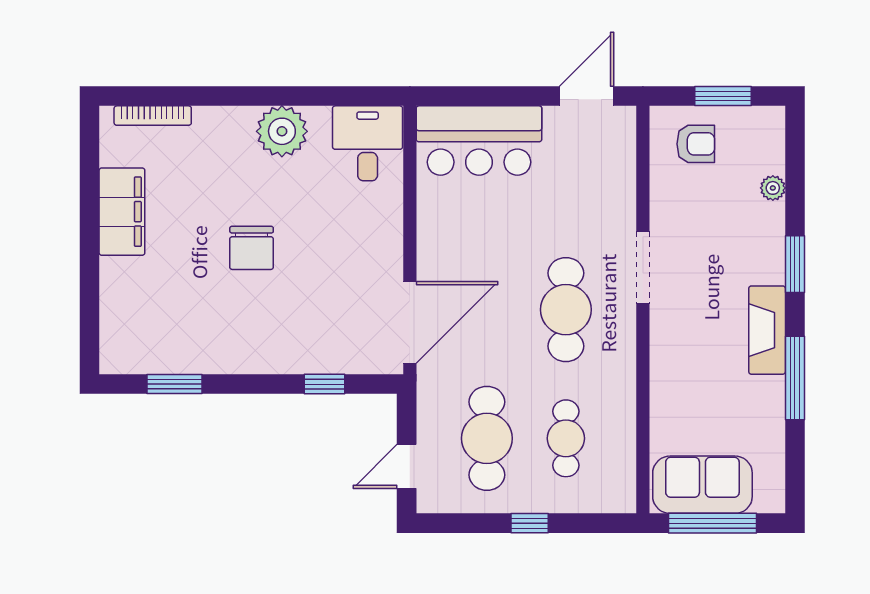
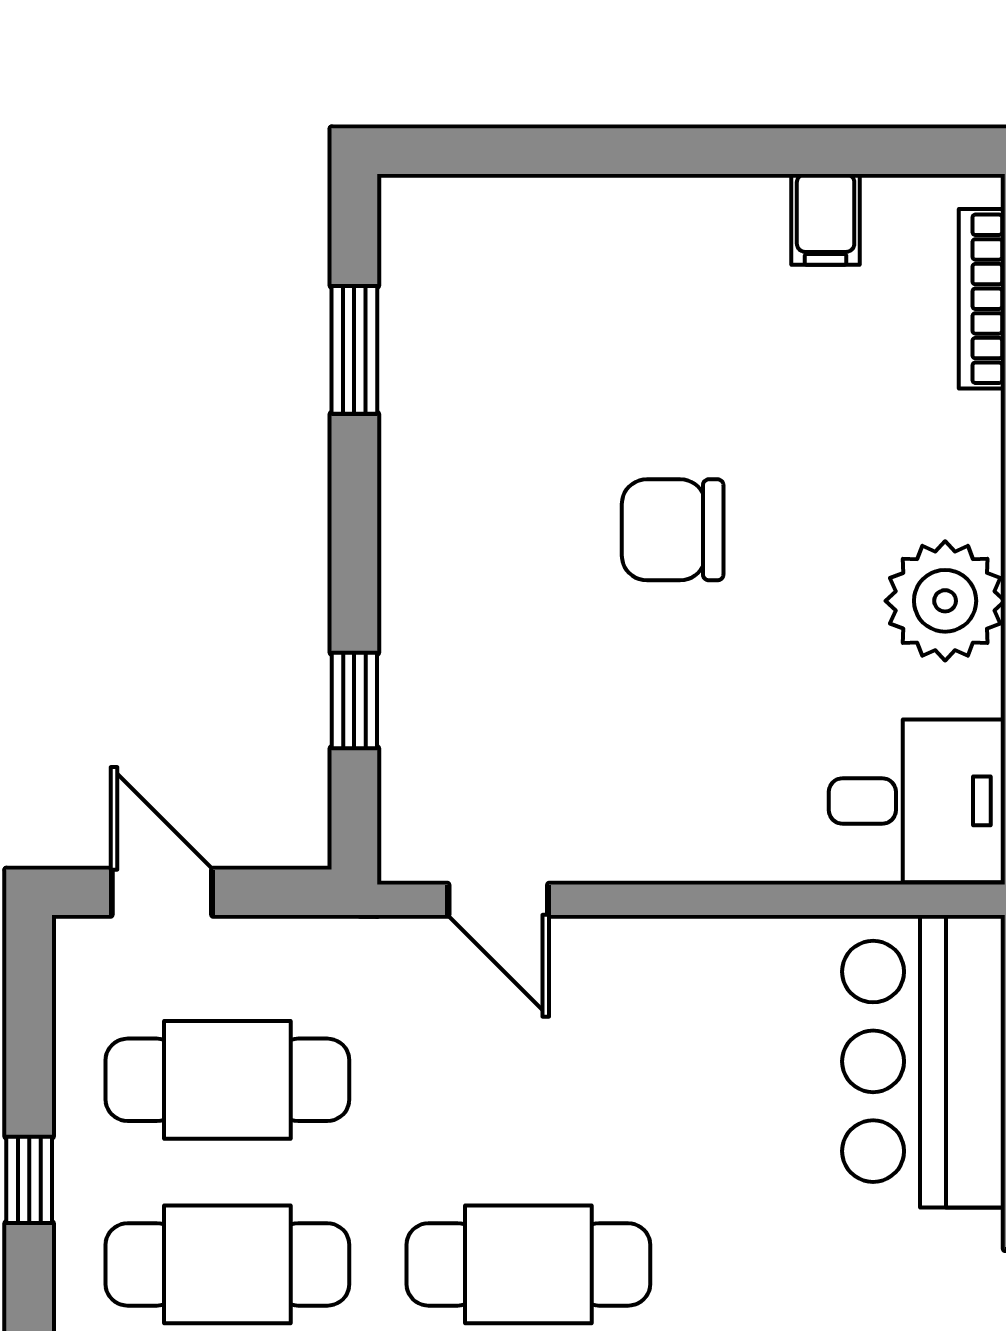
filing cabinet: (122, 212) -> (826, 219), width x0.33, depth x0.86
door: (410, 322) -> (498, 900), width x0.53
cafe table: (566, 438) -> (227, 1264), width x1.37, depth x1.35

